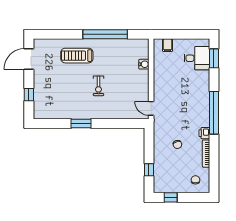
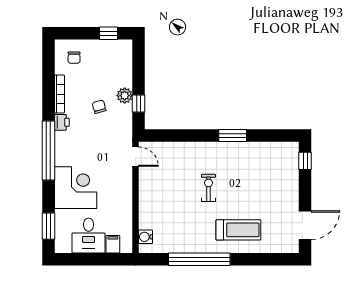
desk: (197, 58) -> (89, 236), moved, turned -90
water cooler: (144, 64) -> (145, 237), moved
corner desk: (194, 86) -> (76, 188), added
window: (29, 95) -> (305, 161), moved
plant: (159, 152) -> (125, 96), added
window: (149, 170) -> (139, 103), moved

